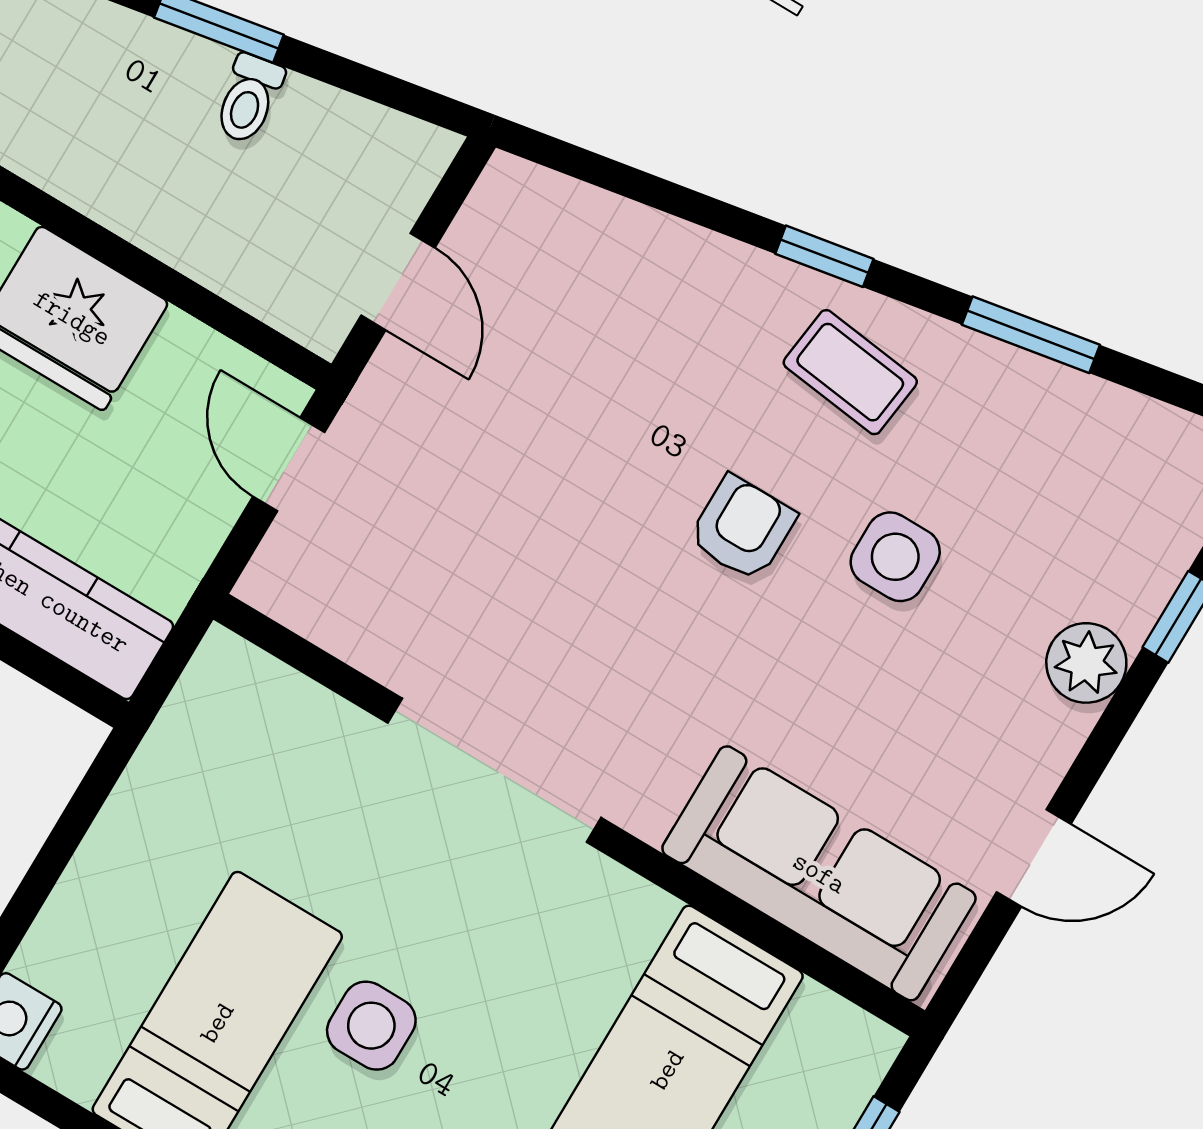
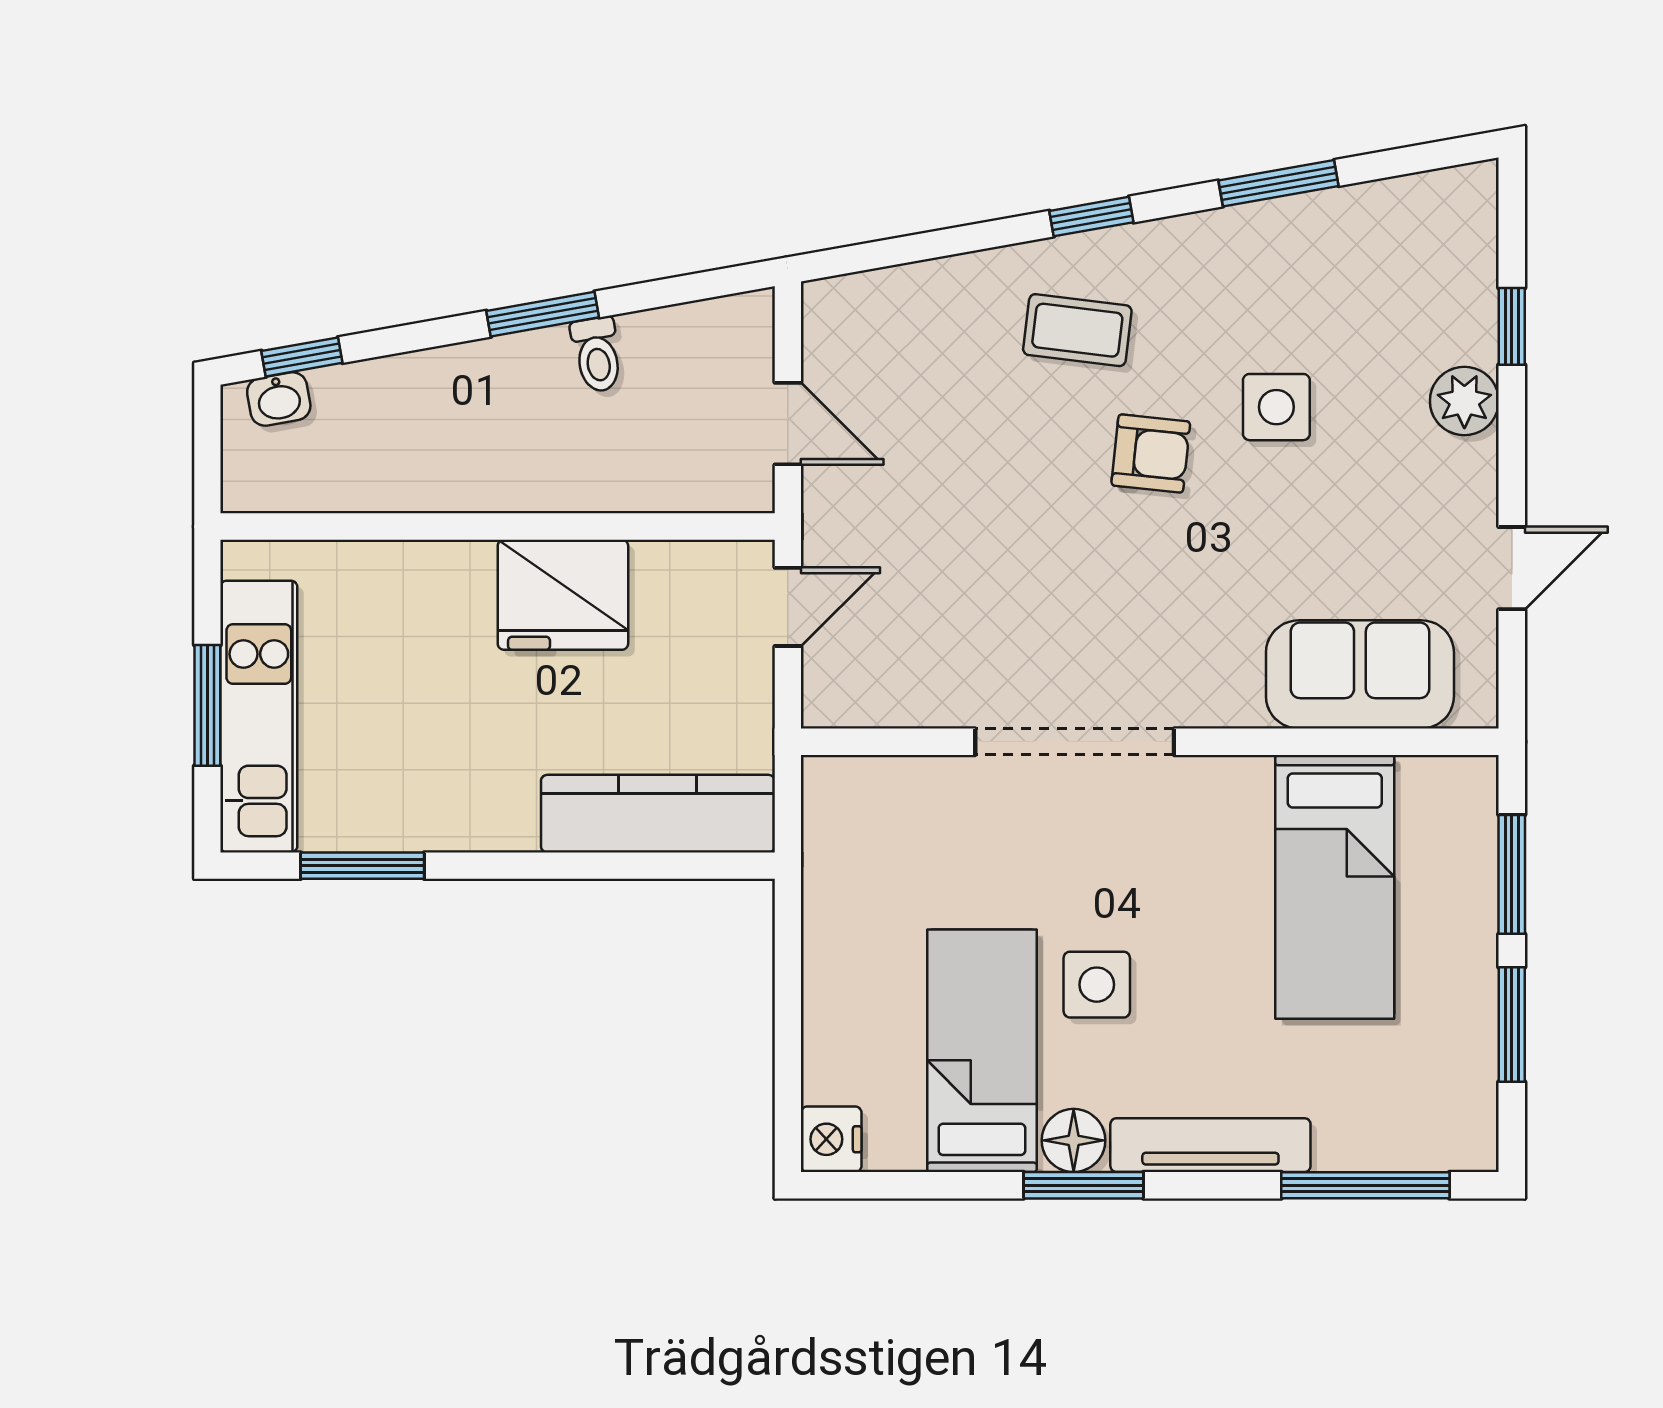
coffee table: (850, 372) -> (1077, 330), moved
door: (289, 464) -> (788, 607), swing flipped
armchair: (742, 528) -> (1151, 454), turned 96
sofa: (819, 873) -> (1360, 674), width x0.73

